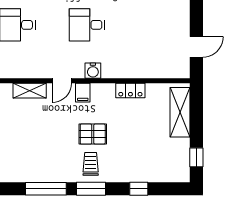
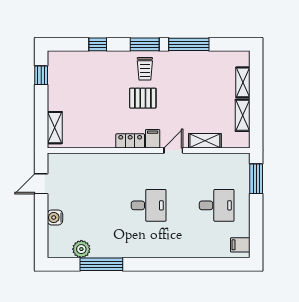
water cooler: (93, 71) -> (55, 217), moved, turned -90
locker: (130, 91) -> (130, 141), moved
shelving: (180, 112) -> (55, 128), width x0.67, depth x0.75

